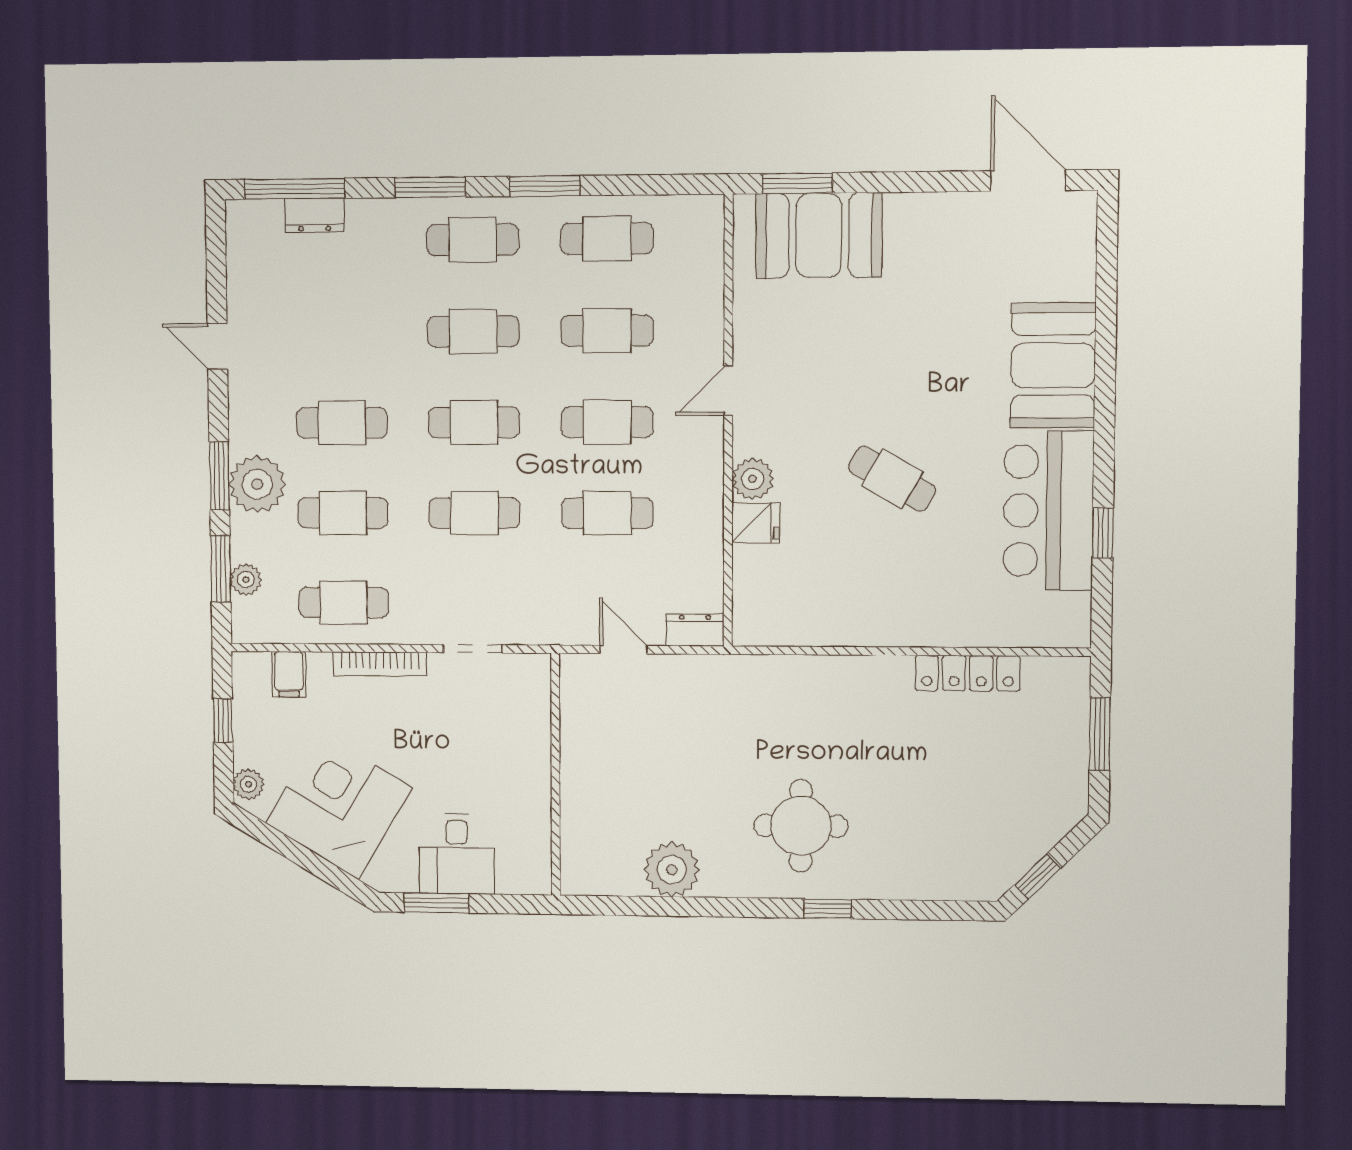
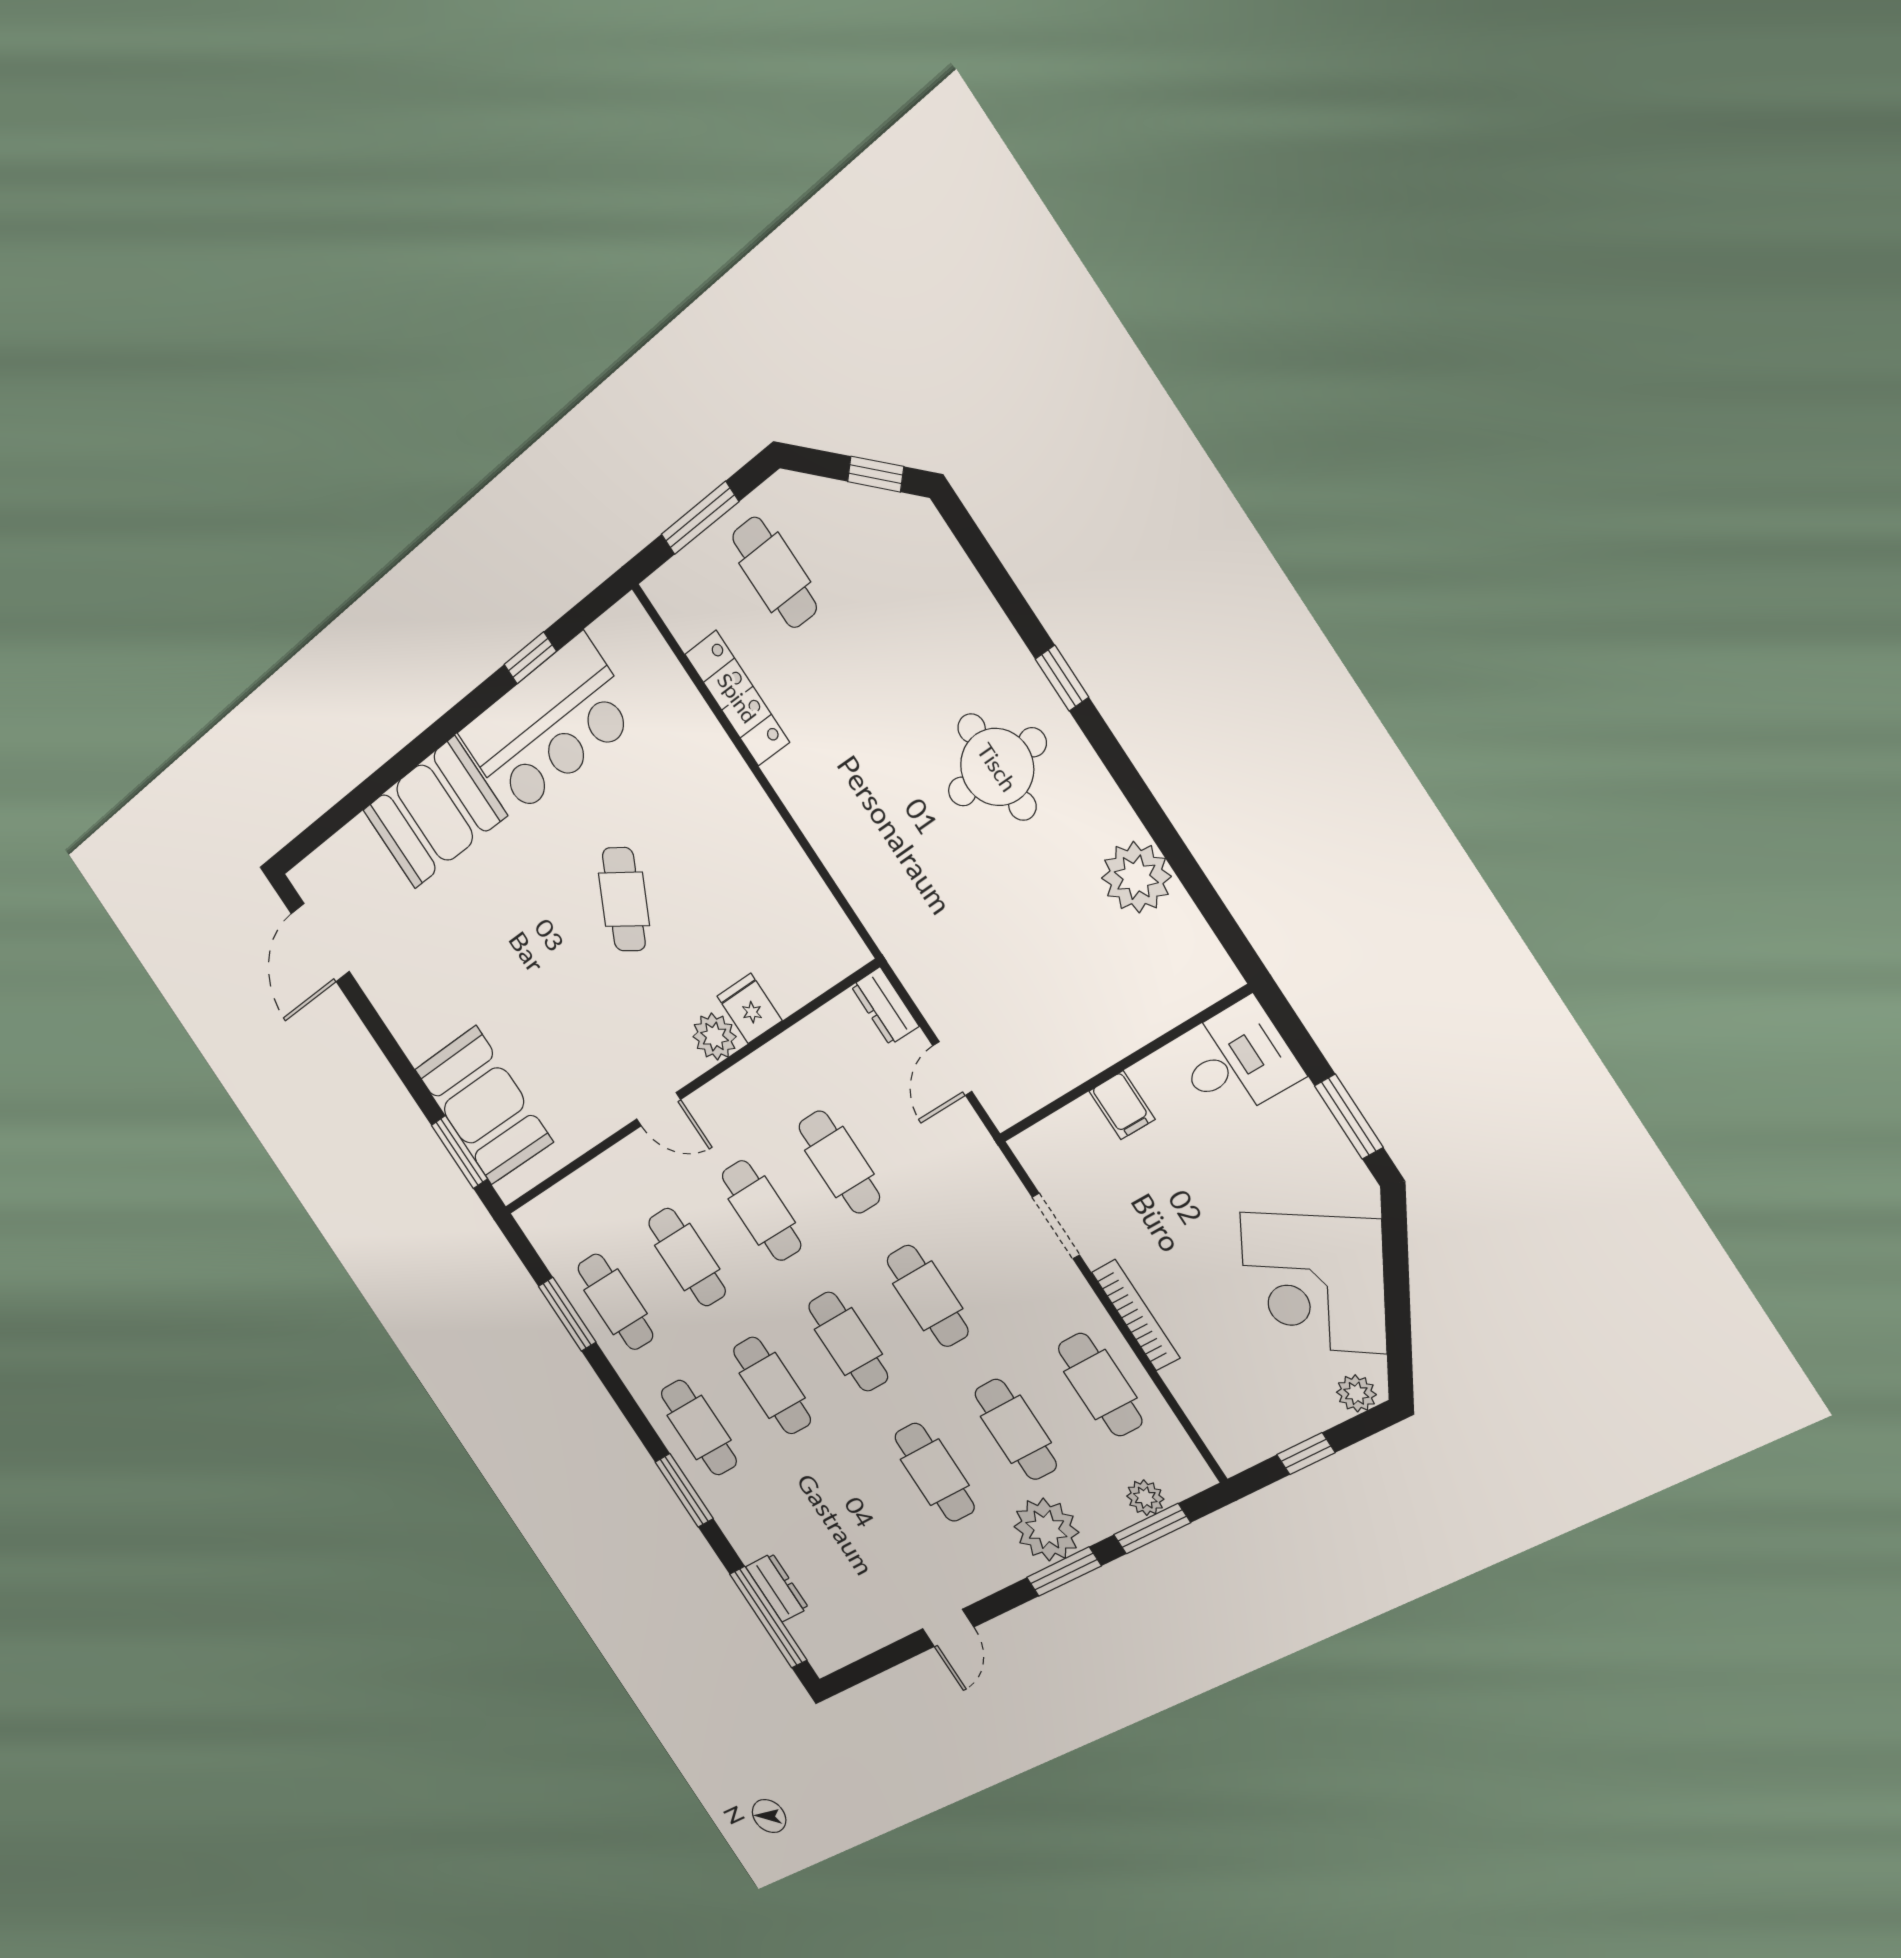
window: (545, 186) -> (567, 1314), moved
filing cabinet: (289, 674) -> (1122, 1105), moved, turned 90
cafe table: (1028, 762) -> (775, 572), added
desk: (457, 854) -> (1237, 1060), moved

